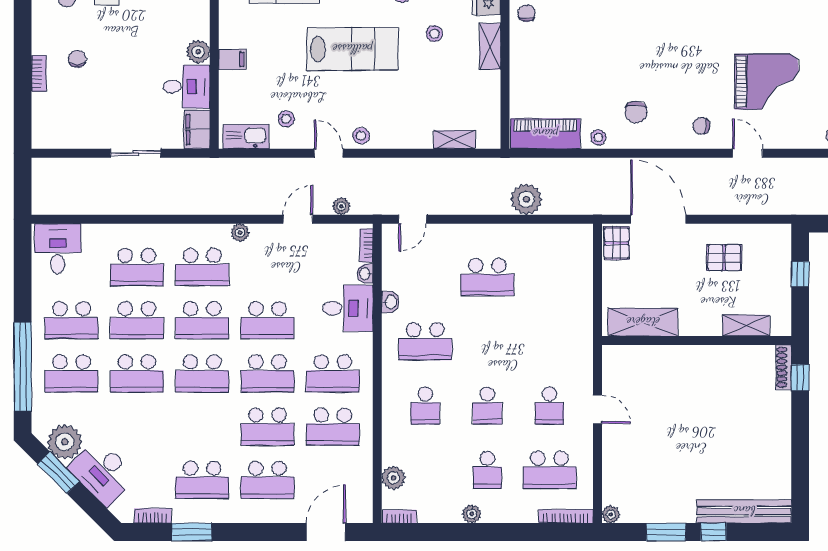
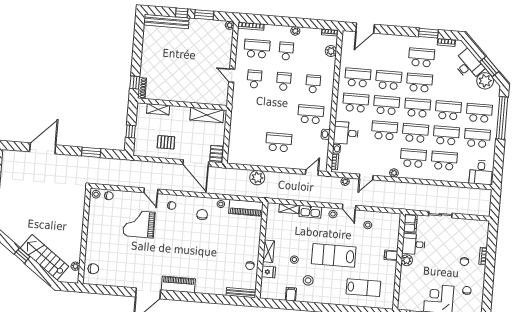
kitchen sink: (246, 137) -> (310, 212), moved
school desk: (267, 480) -> (419, 83), moved

